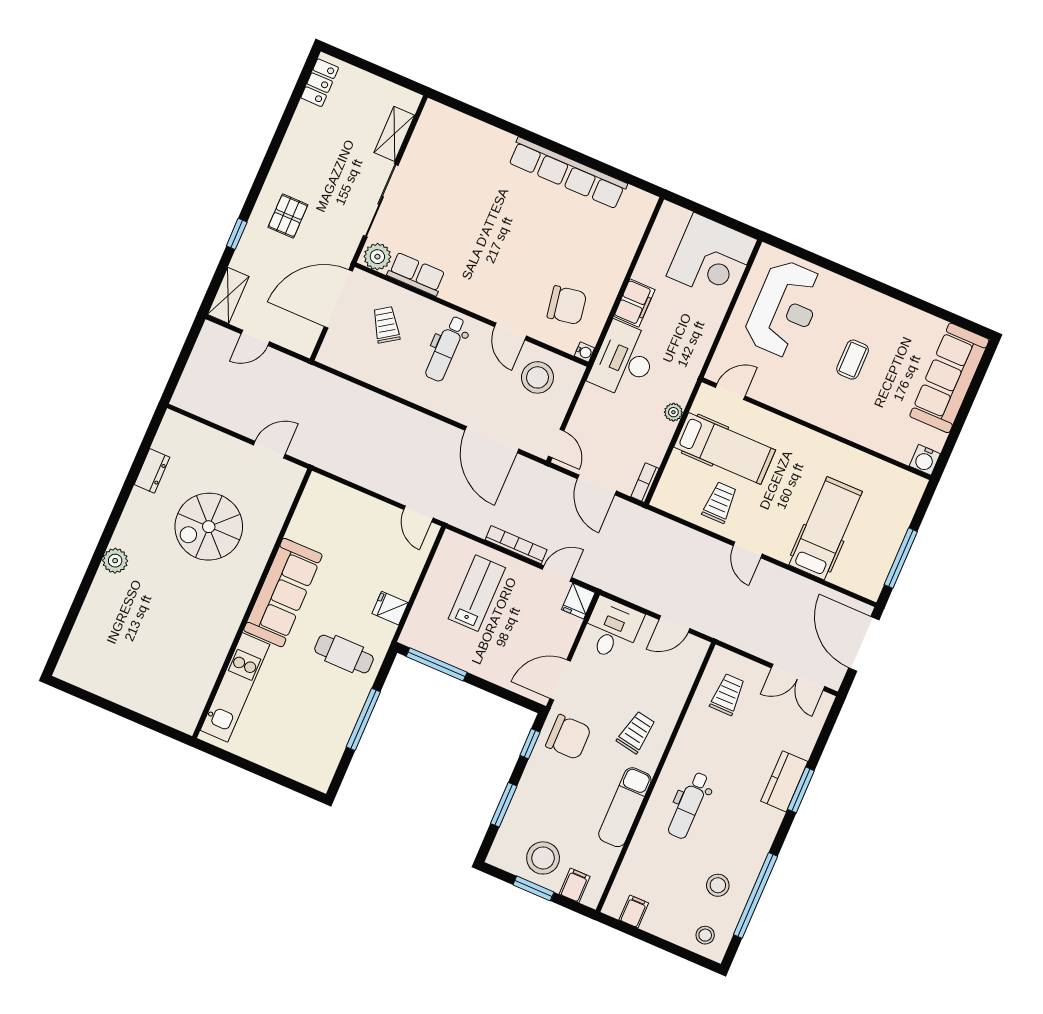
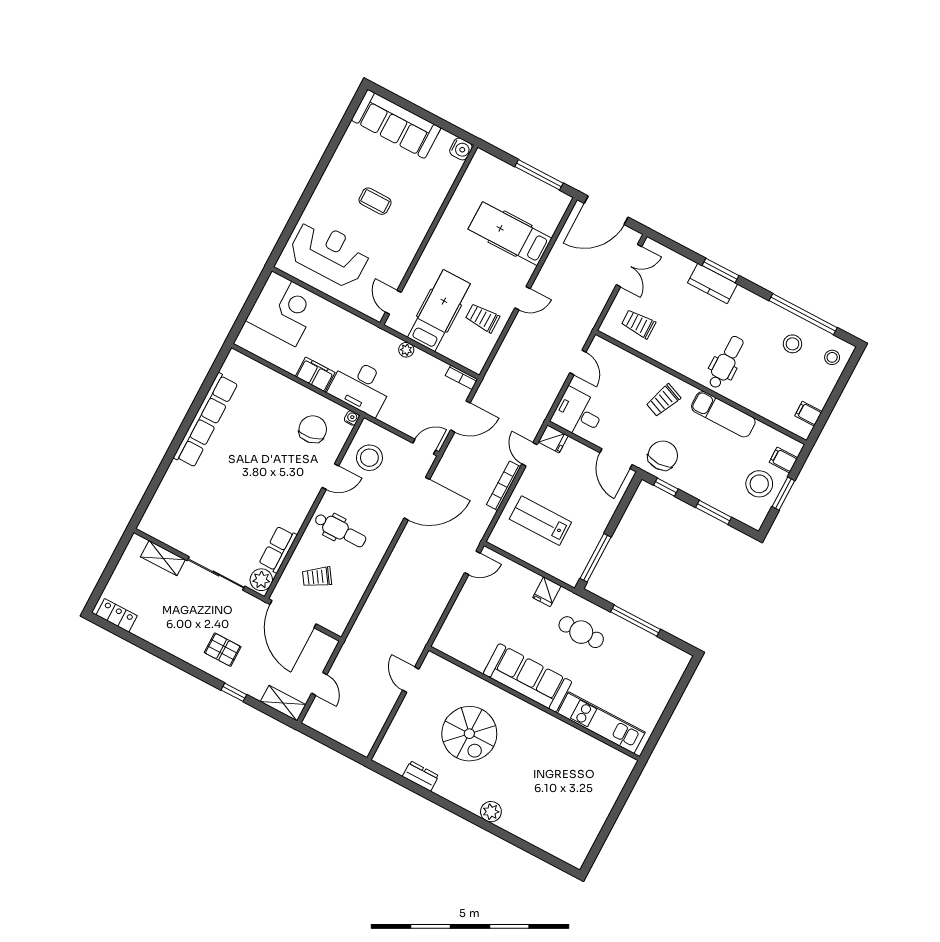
cafe table: (344, 654) -> (581, 632), turned 90
trolley: (636, 732) -> (663, 400), turned -78
dental chair: (689, 805) -> (726, 362), turned -90

